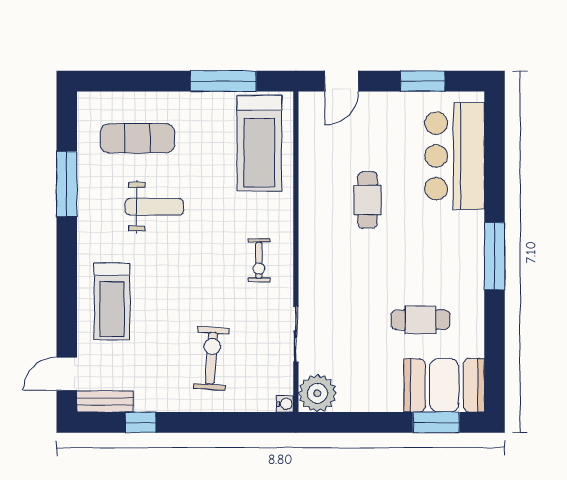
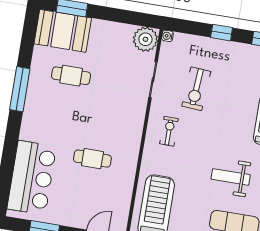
cafe table: (368, 200) -> (92, 159), turned 90
window: (494, 256) -> (20, 89), moved
exercise bike: (212, 358) -> (196, 89), moved
window: (204, 422) -> (222, 33), added

